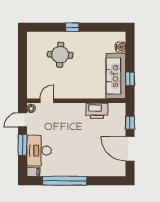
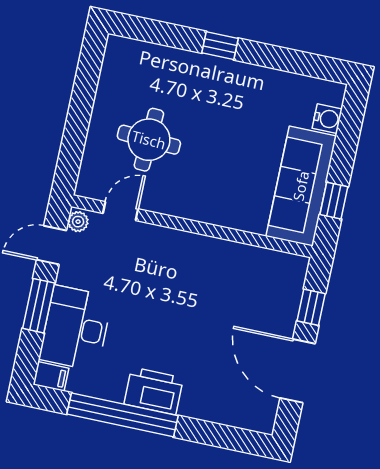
round table: (60, 55) -> (149, 140), moved
printer: (97, 111) -> (154, 391), moved, turned 180

